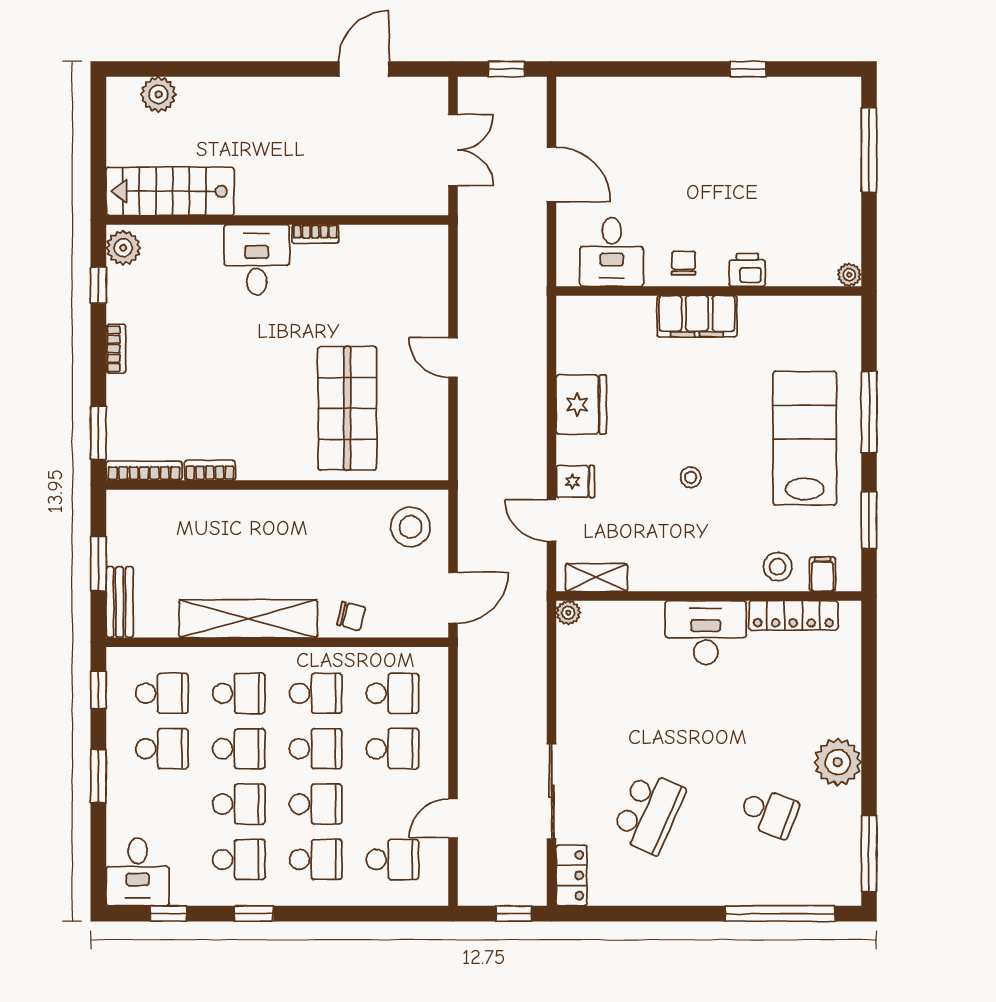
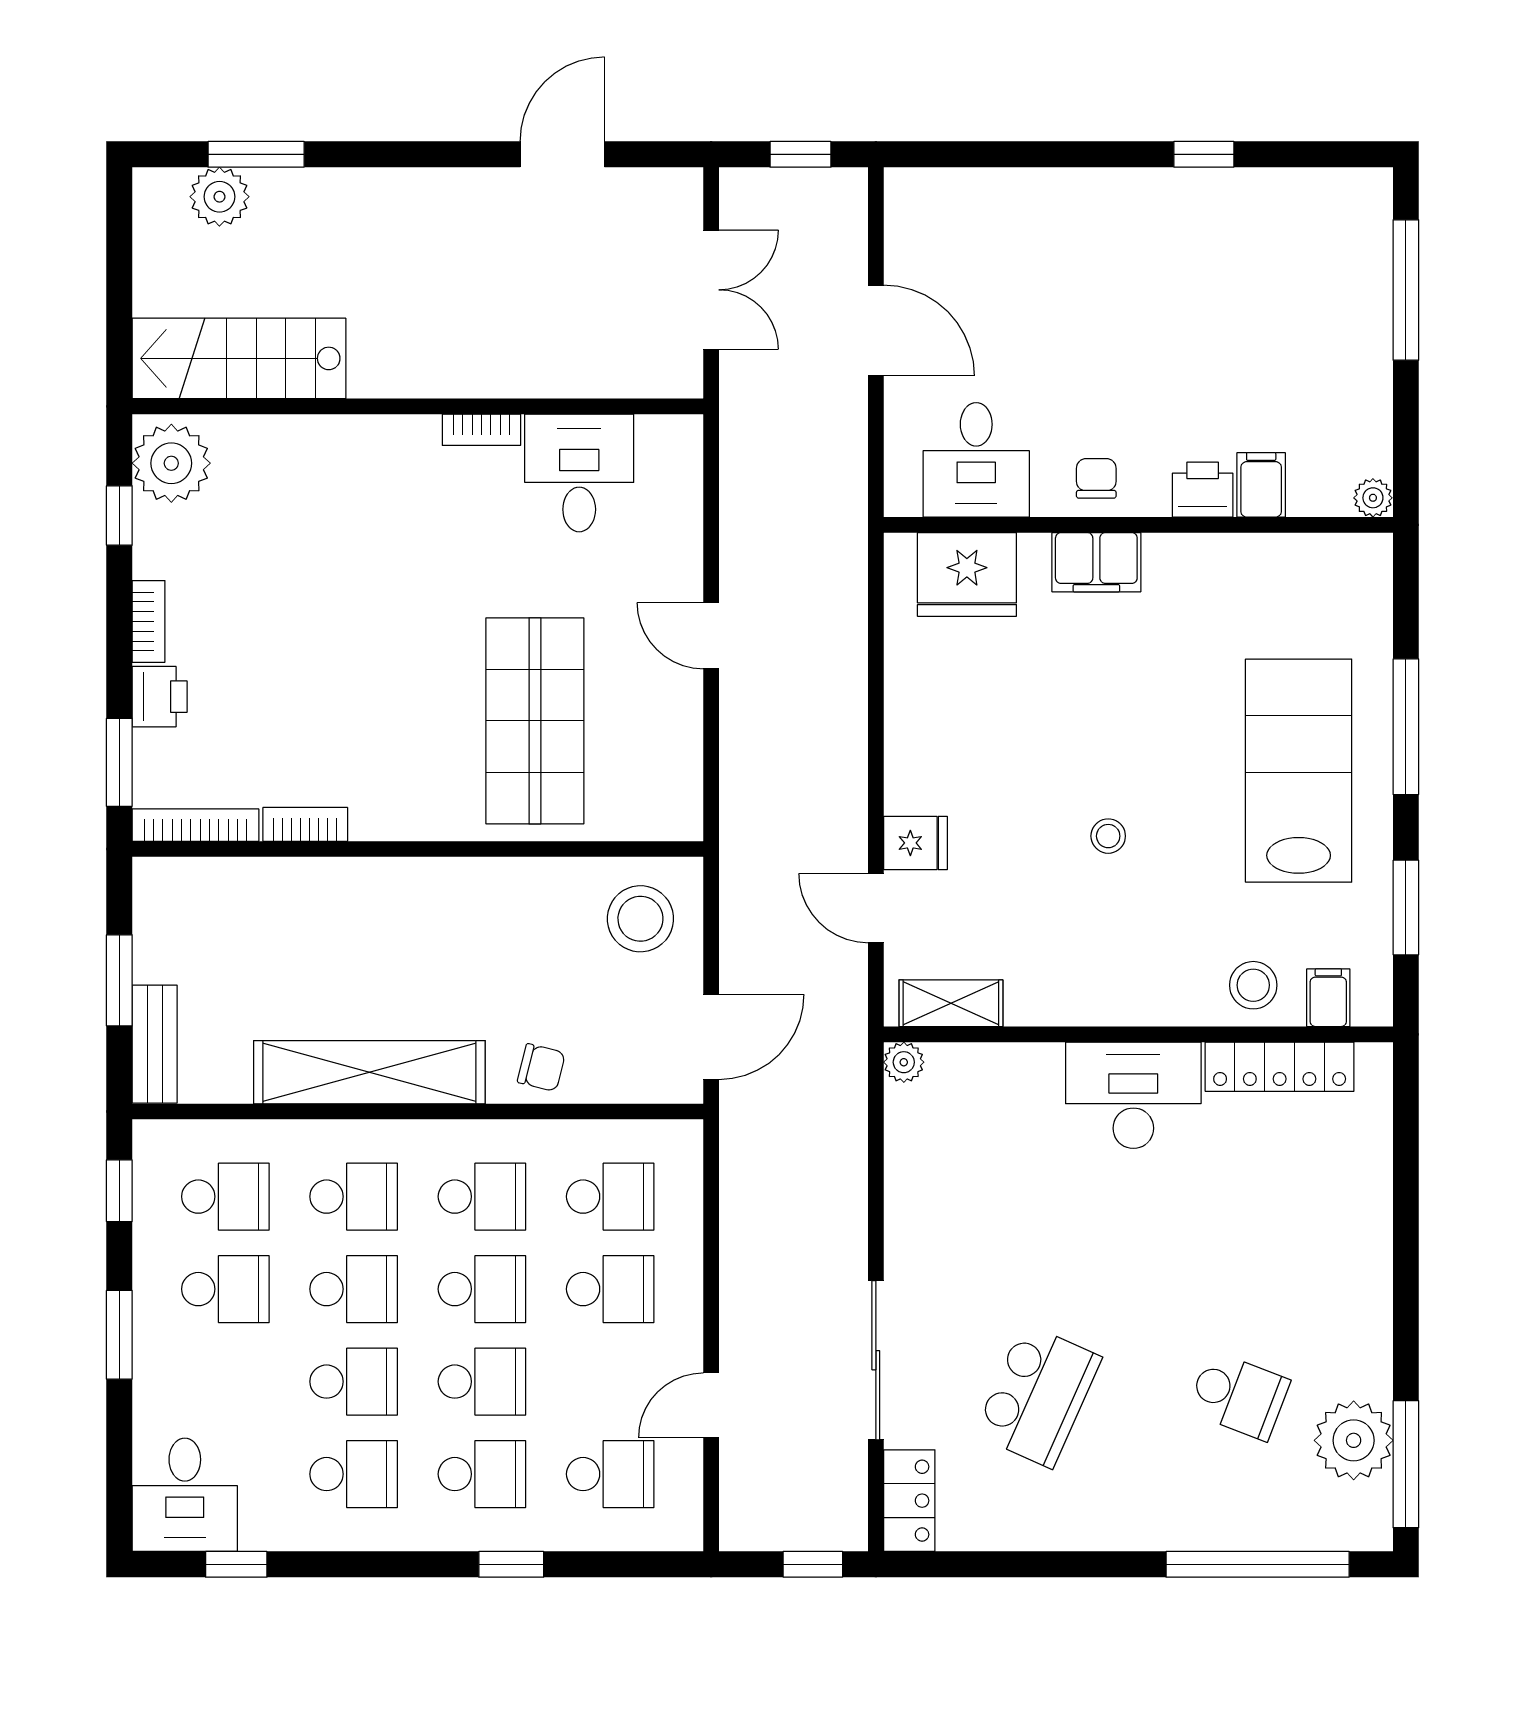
window: (180, 69) -> (256, 154), added
plant: (123, 248) -> (171, 463), width x1.36, depth x1.36
desk: (257, 260) -> (579, 473), moved
filing cabinet: (782, 267) -> (1261, 485), added
filing cabinet: (697, 316) -> (1096, 562), width x0.67, depth x0.86
printer: (123, 394) -> (160, 697), added
fridge: (581, 404) -> (967, 574), moved, turned 90
plant: (838, 762) -> (1354, 1440), moved
window: (254, 914) -> (511, 1564), moved

